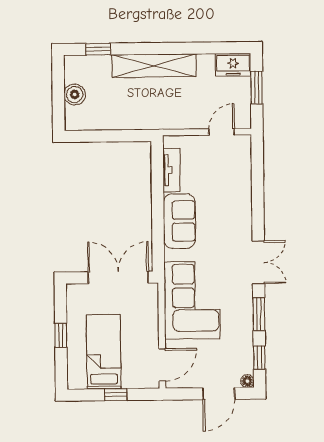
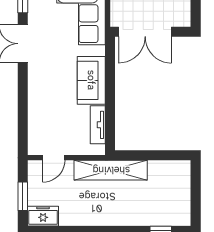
shelving: (154, 66) -> (111, 170), moved
boiler: (75, 94) -> (181, 192), removed

